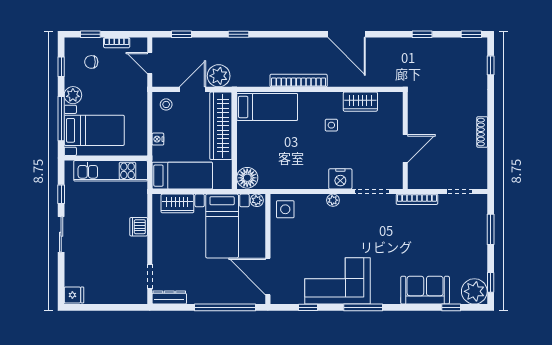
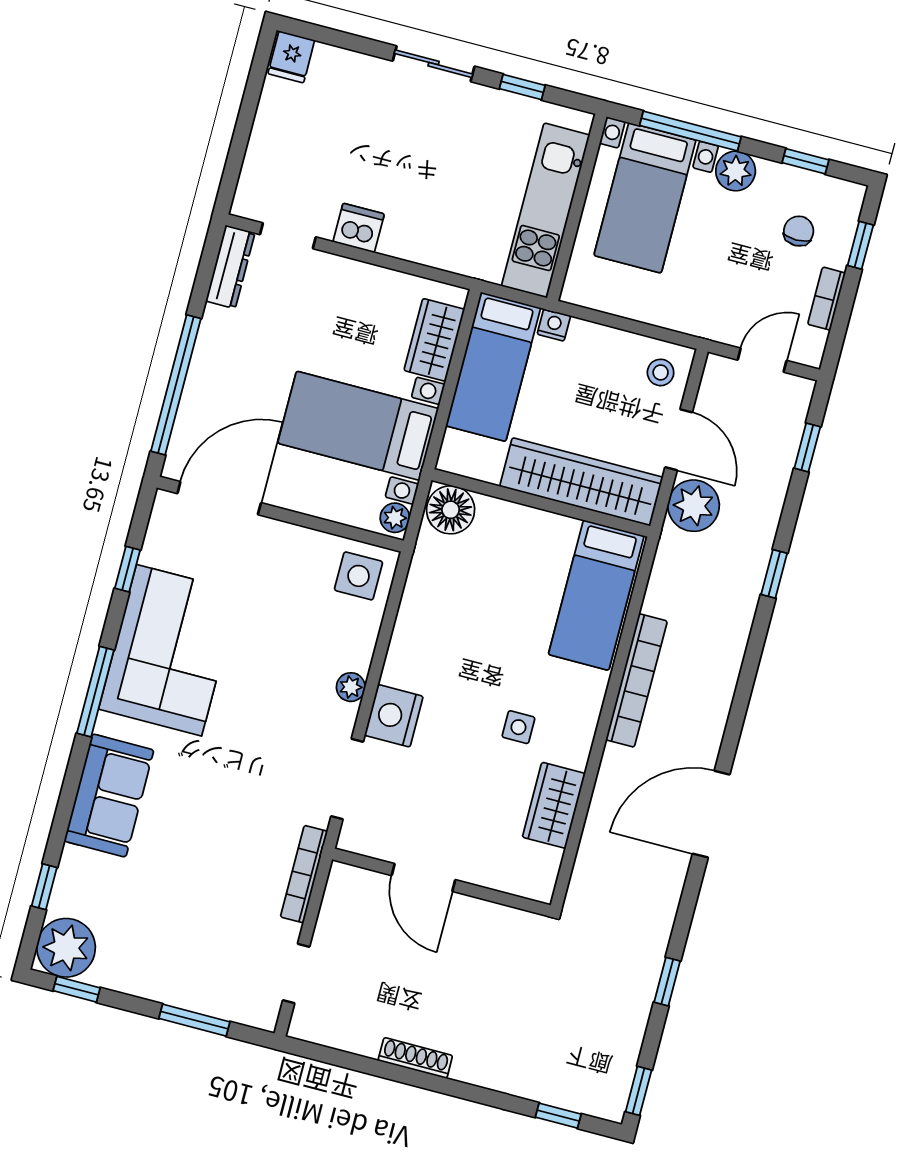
nightstand: (158, 139) -> (554, 325), moved
dishwasher: (139, 227) -> (359, 228), moved
sofa: (425, 290) -> (109, 796), moved

